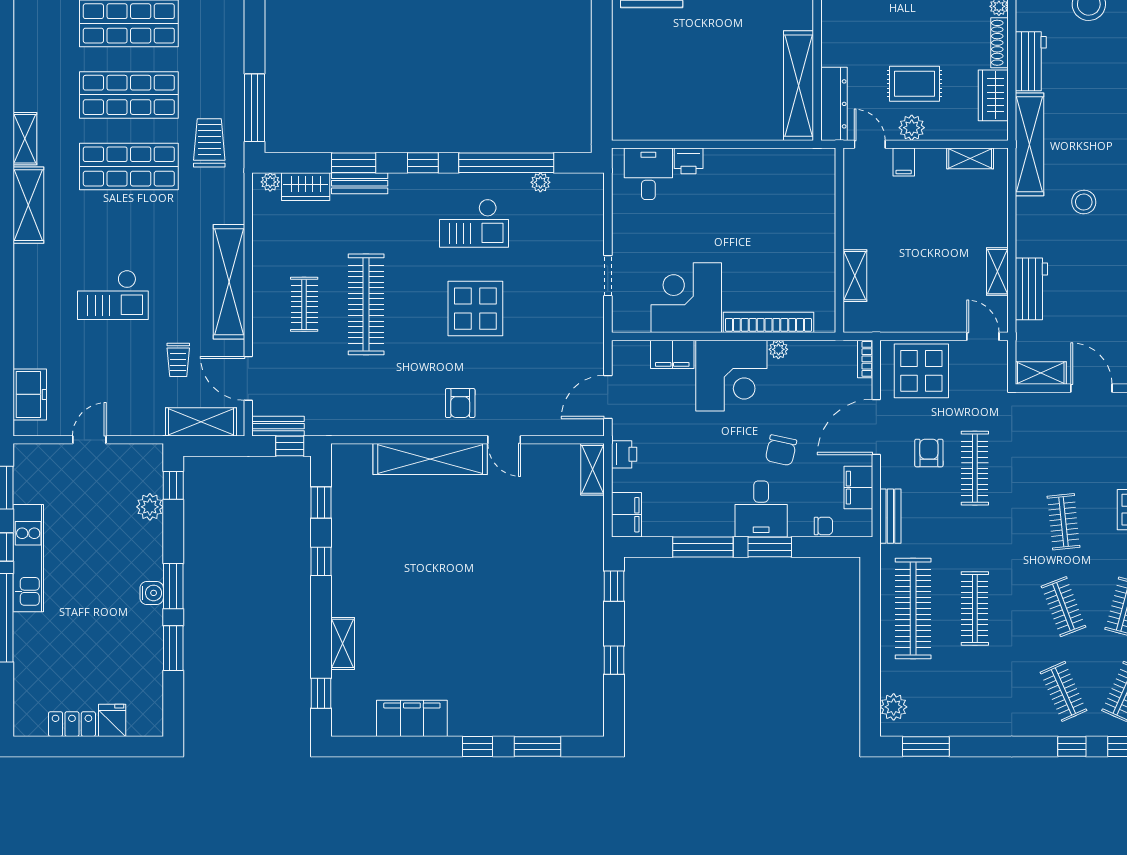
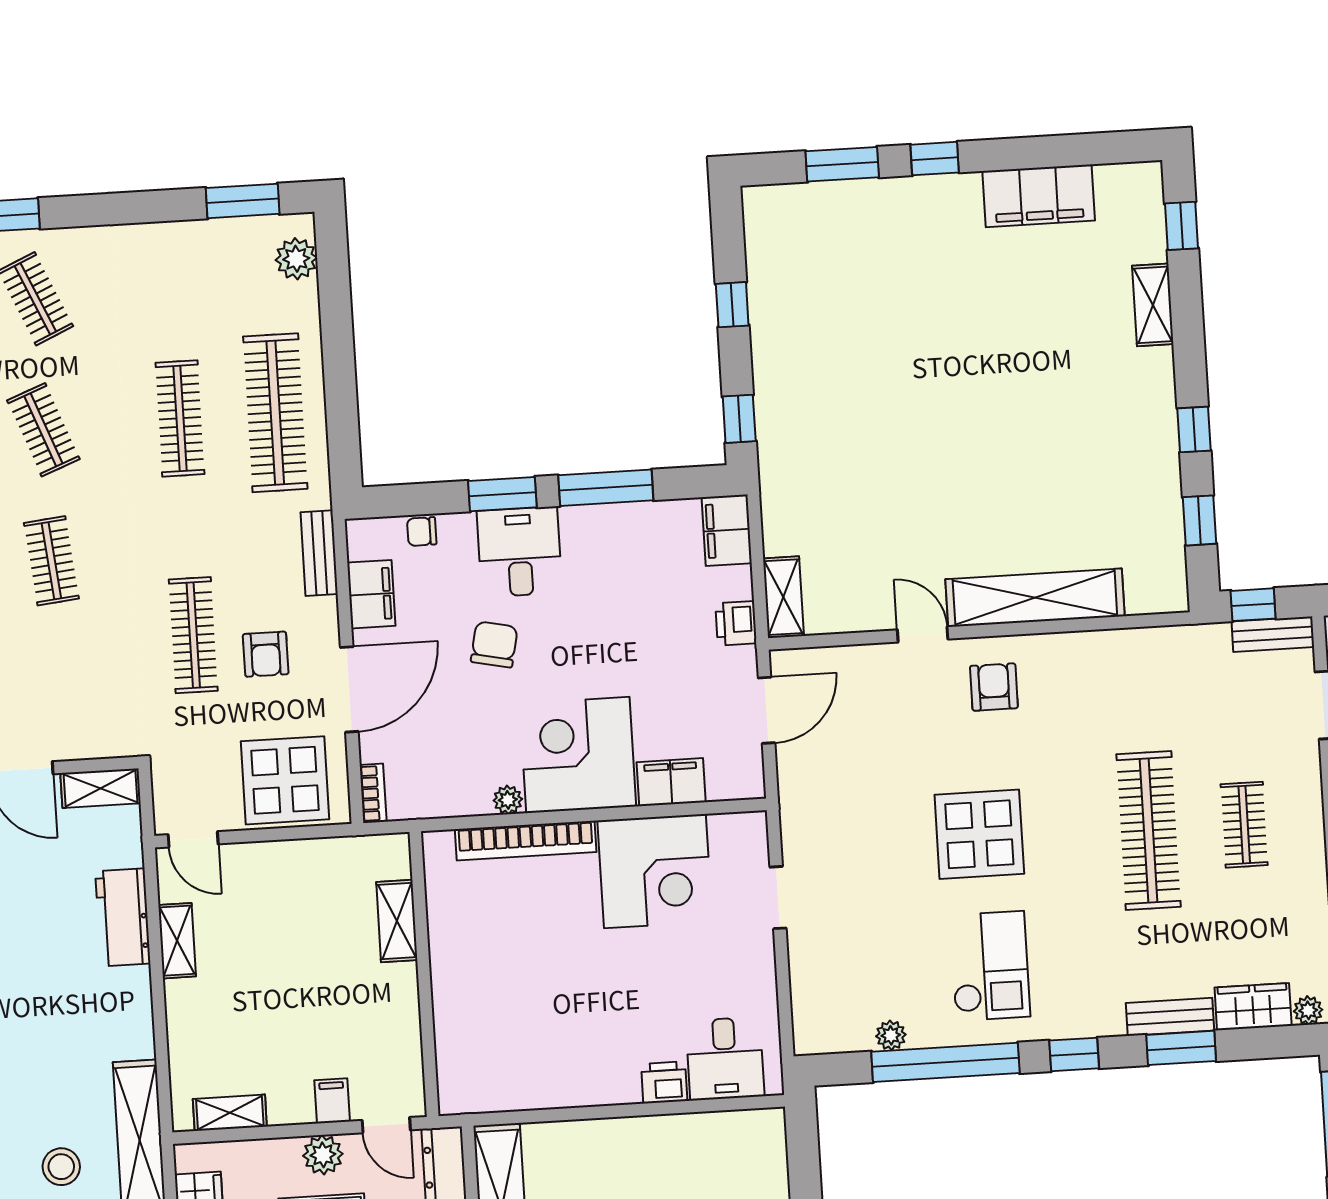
stool: (1084, 202) -> (61, 1167), moved
checkout: (474, 223) -> (990, 966), turned 90

